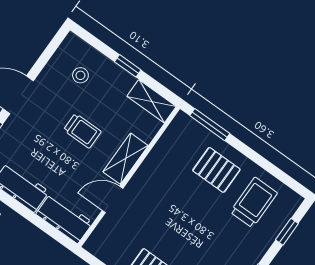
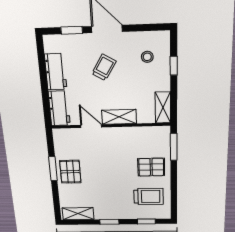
window: (128, 66) -> (174, 66), moved
trolley: (82, 131) -> (104, 67), moved, turned -149
pallet: (216, 170) -> (151, 167), turned 90

